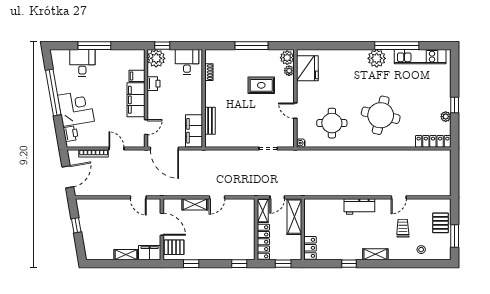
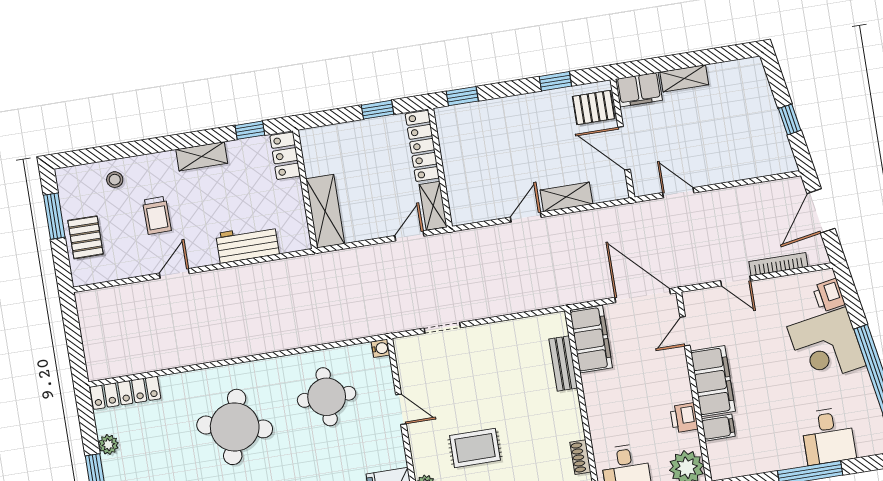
shelving: (294, 217) -> (325, 211), moved
wall: (303, 229) -> (305, 189), moved
locker: (310, 248) -> (285, 156), moved

